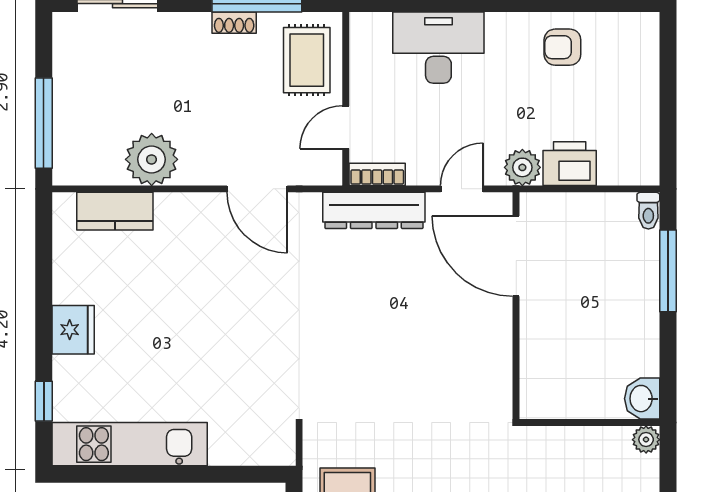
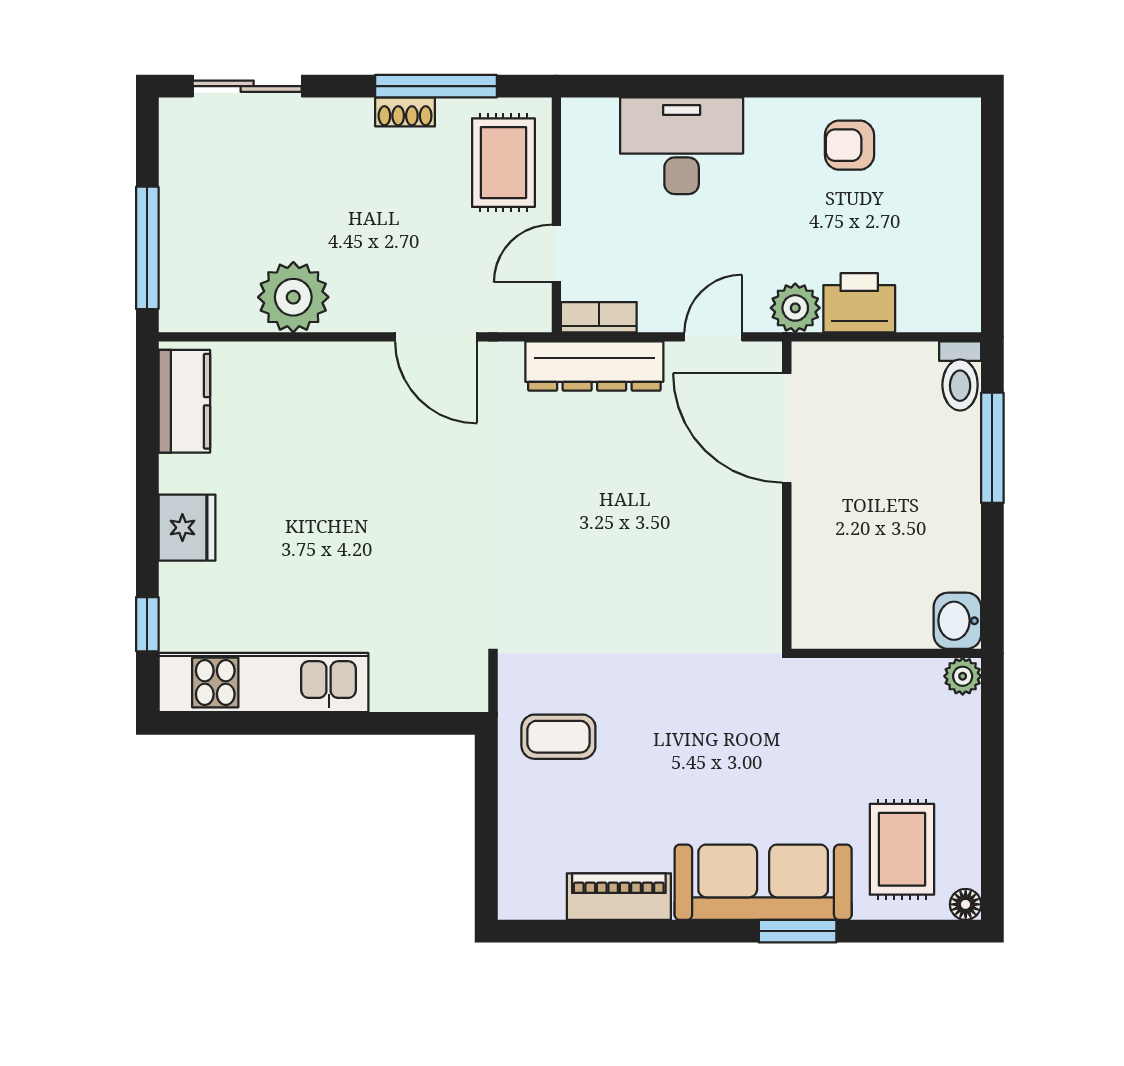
kitchen counter: (115, 211) -> (184, 401), moved, turned -90
toilet: (648, 211) -> (960, 376), width x1.37, depth x1.39

